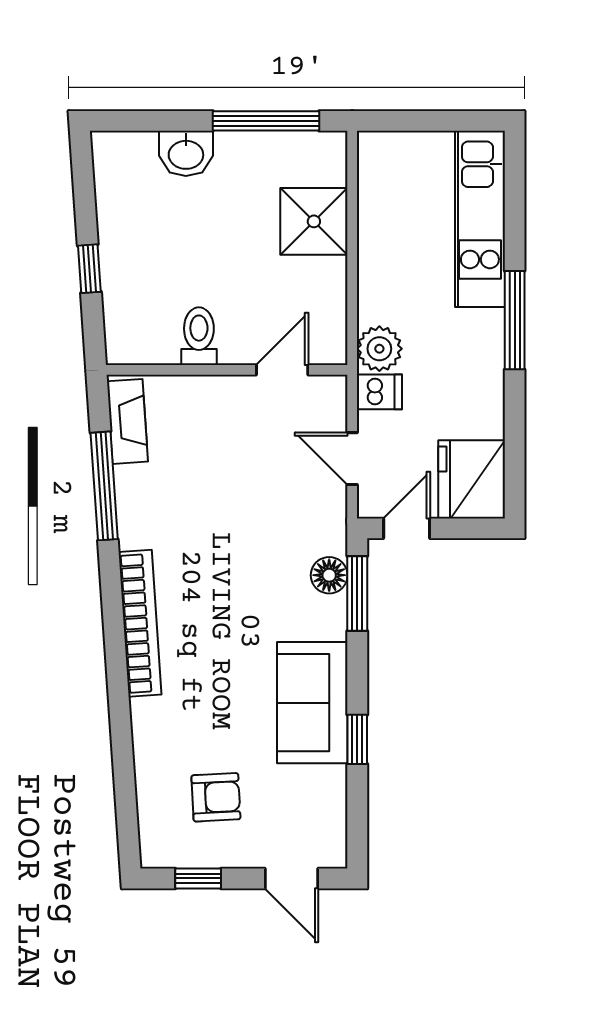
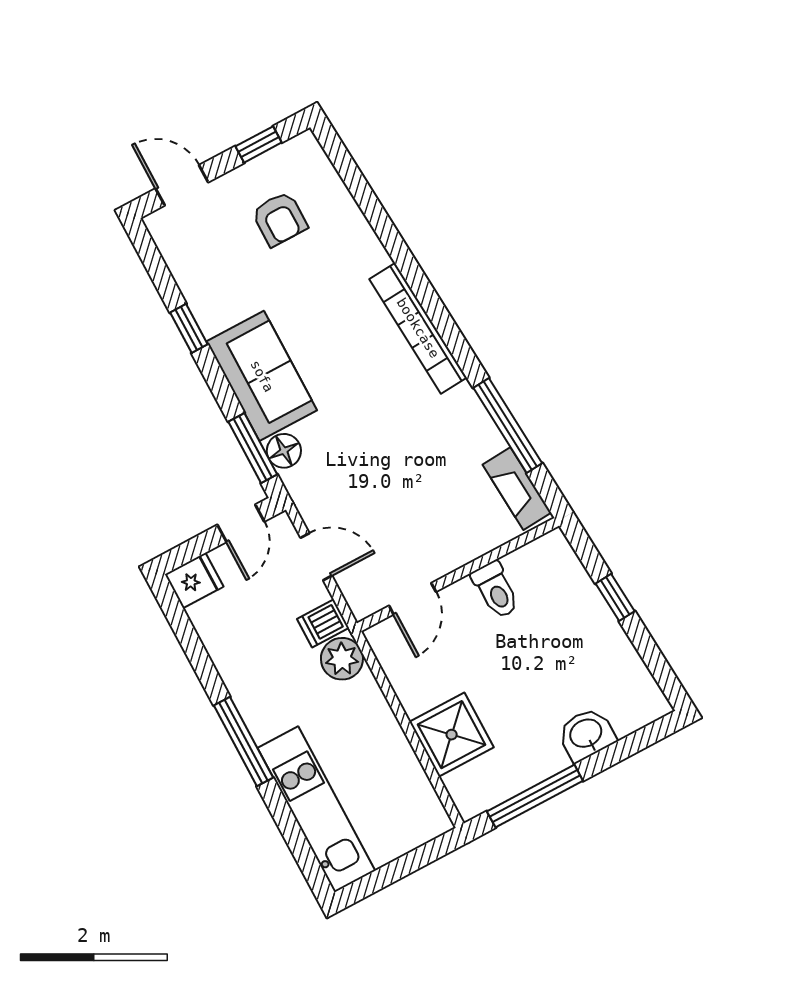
fridge: (472, 479) -> (194, 581), width x0.53, depth x0.75
sofa: (312, 703) -> (262, 376), moved
armchair: (216, 797) -> (280, 219), turned -87

